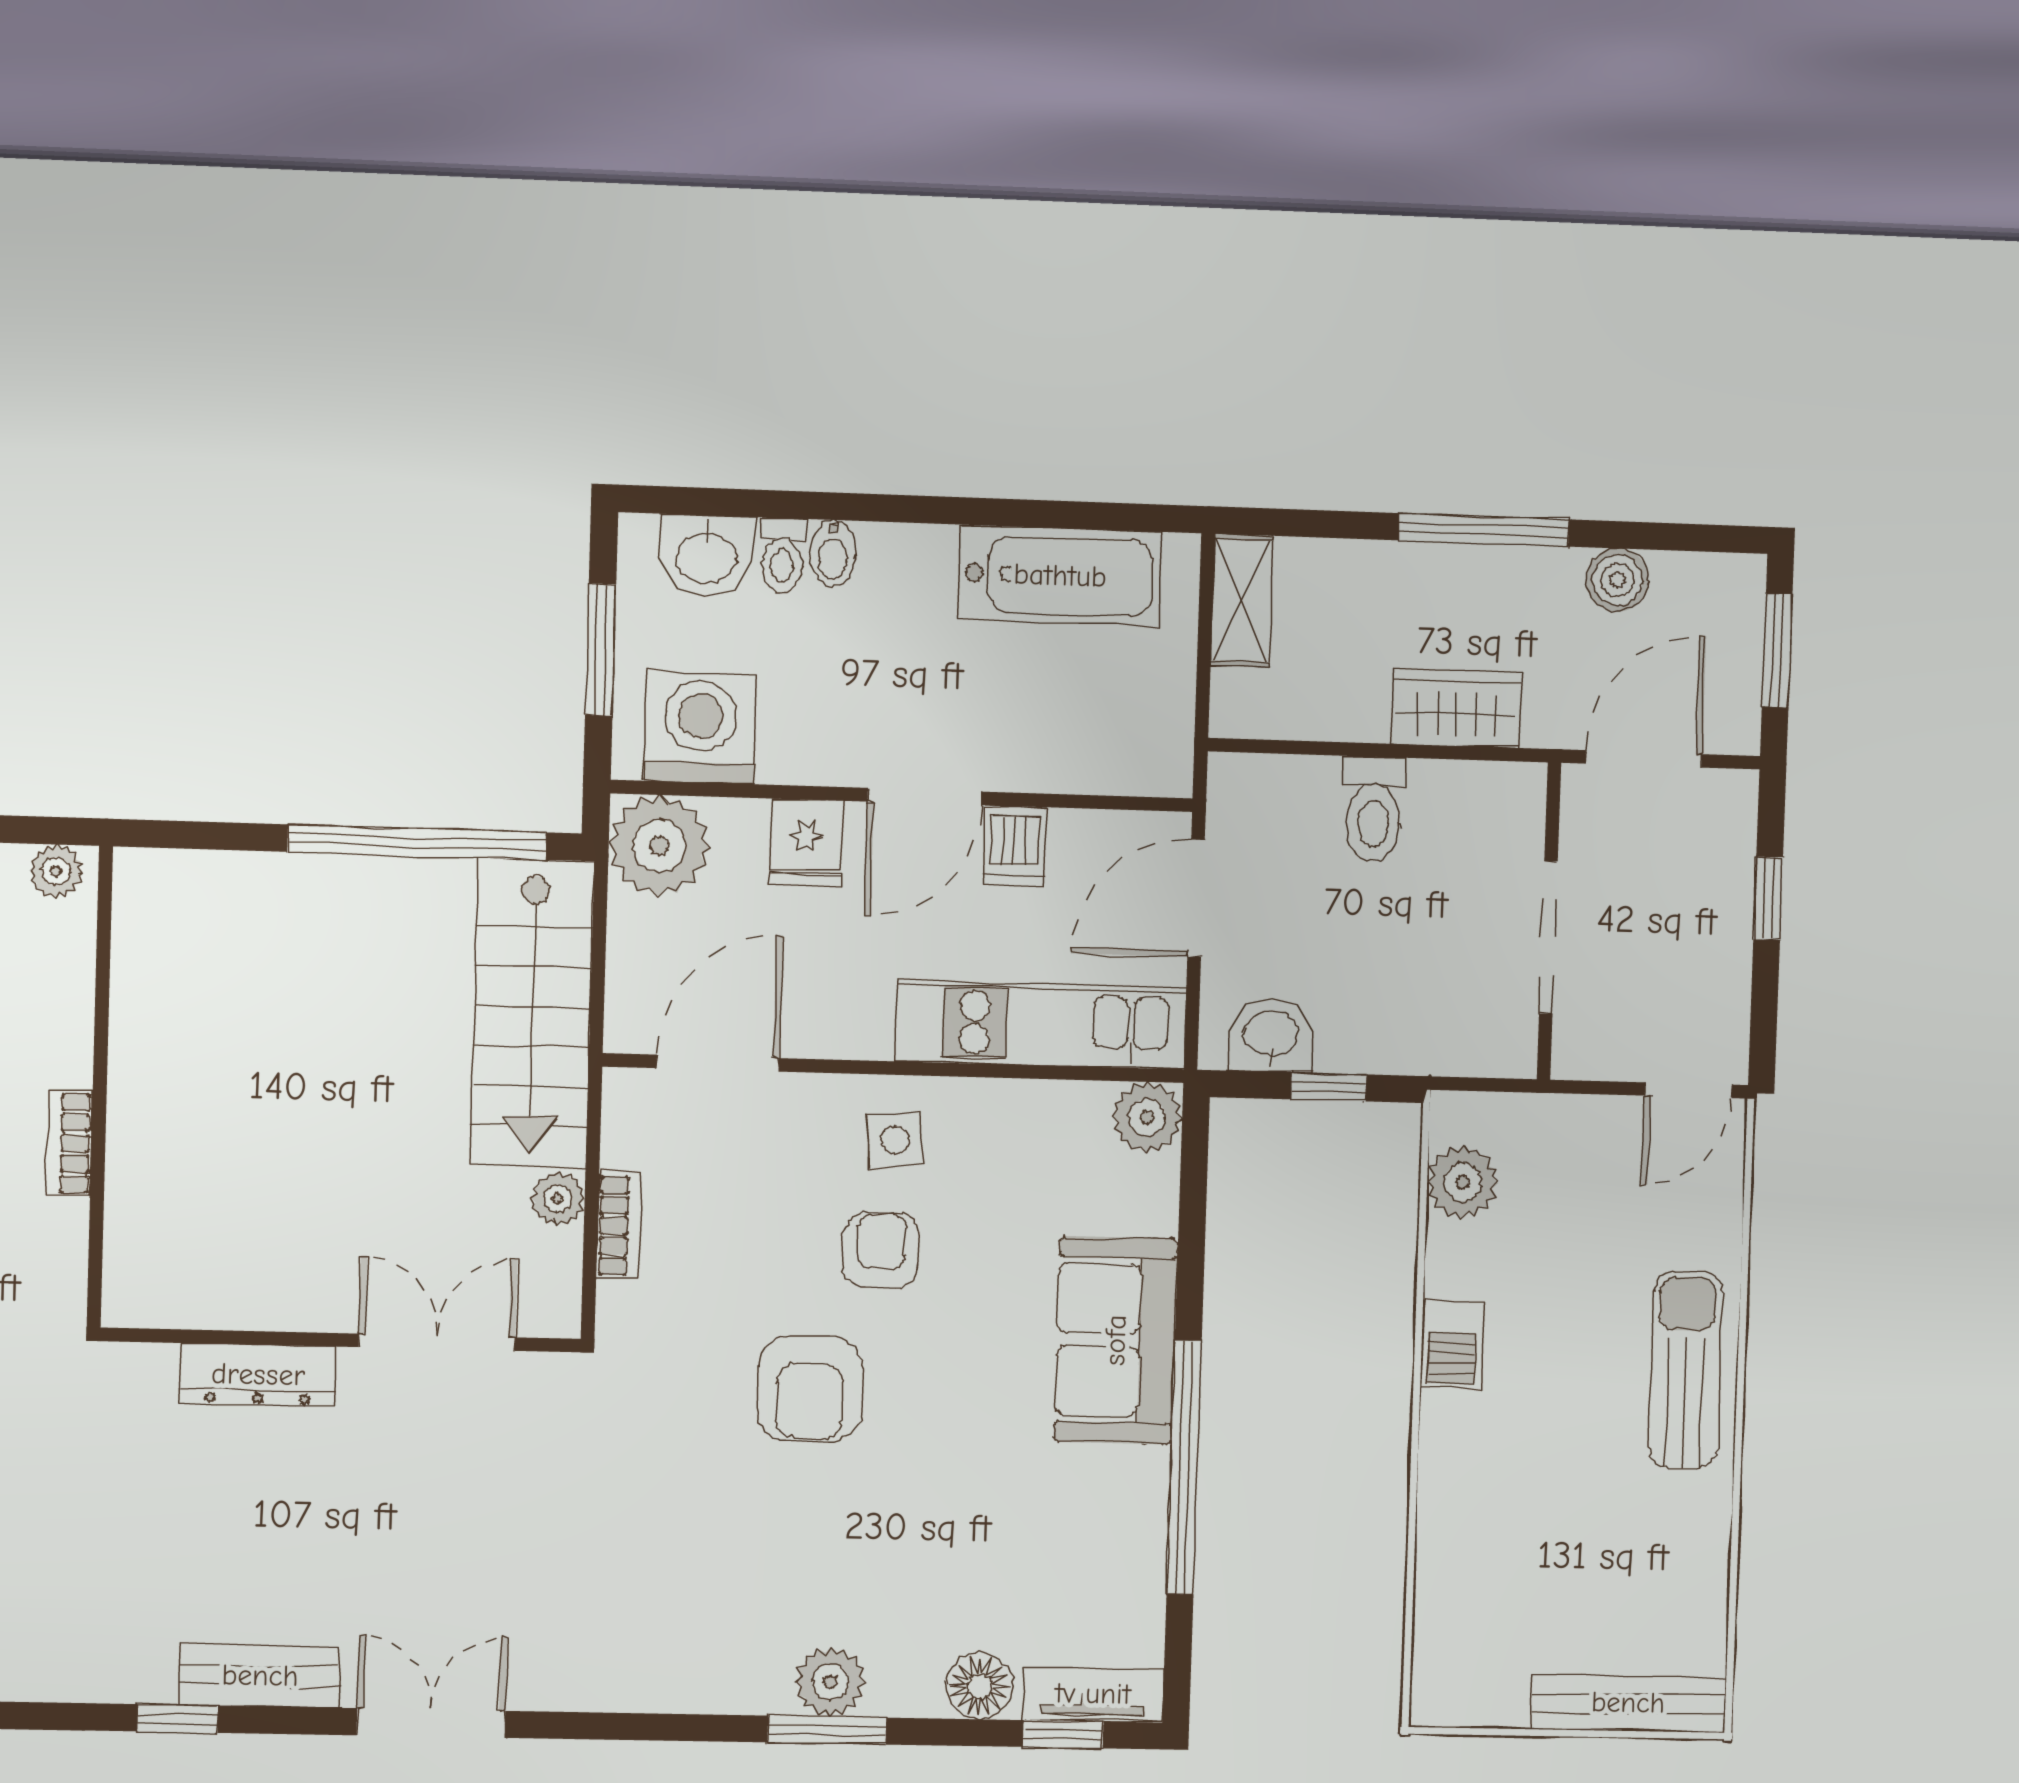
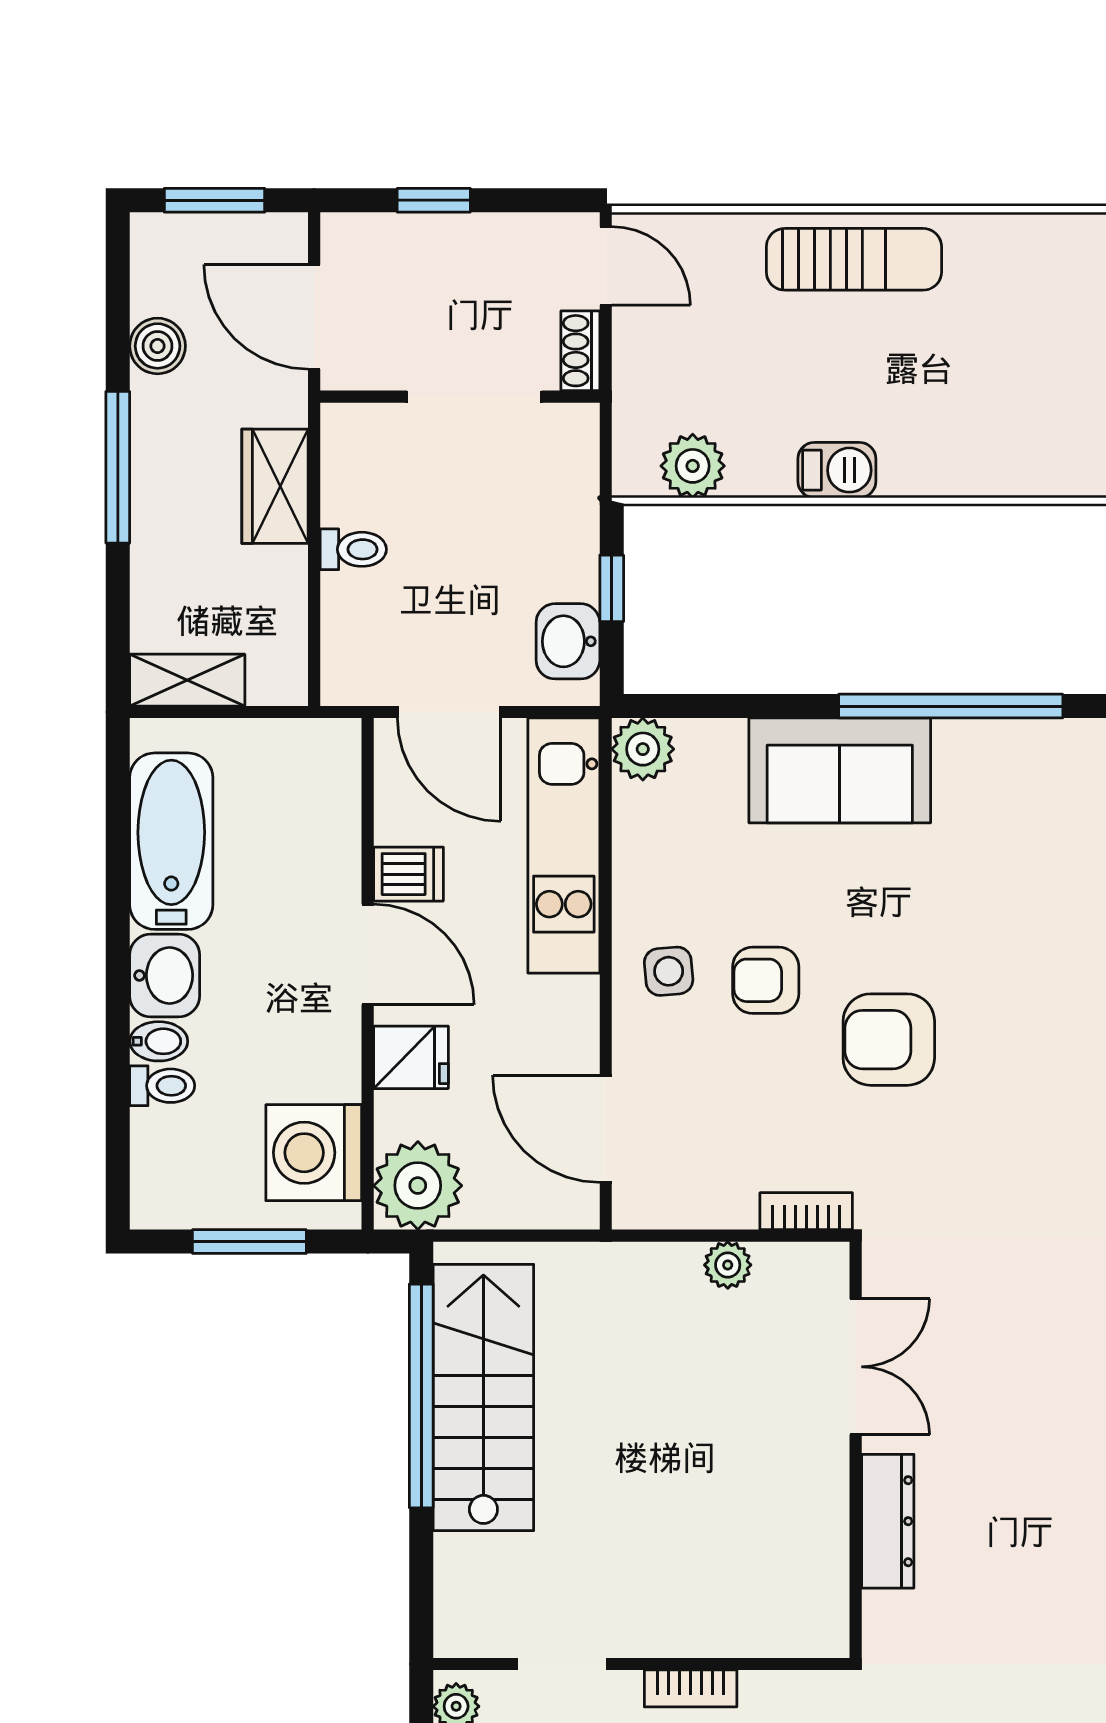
washbasin: (707, 556) -> (165, 975), moved
toilet: (1374, 809) -> (353, 549), width x0.73, depth x0.72
doorway: (102, 995) -> (562, 1664), added
stairs: (532, 1013) -> (483, 1398), moved, turned -90
shoe rack: (1595, 1059) -> (580, 351), added
bookcase: (619, 1226) -> (806, 1211), moved
double door: (437, 1342) -> (856, 1367), swing flipped
sun lounger: (1686, 1370) -> (854, 259), turned 180
armchair: (810, 1389) -> (889, 1040), turned 180

